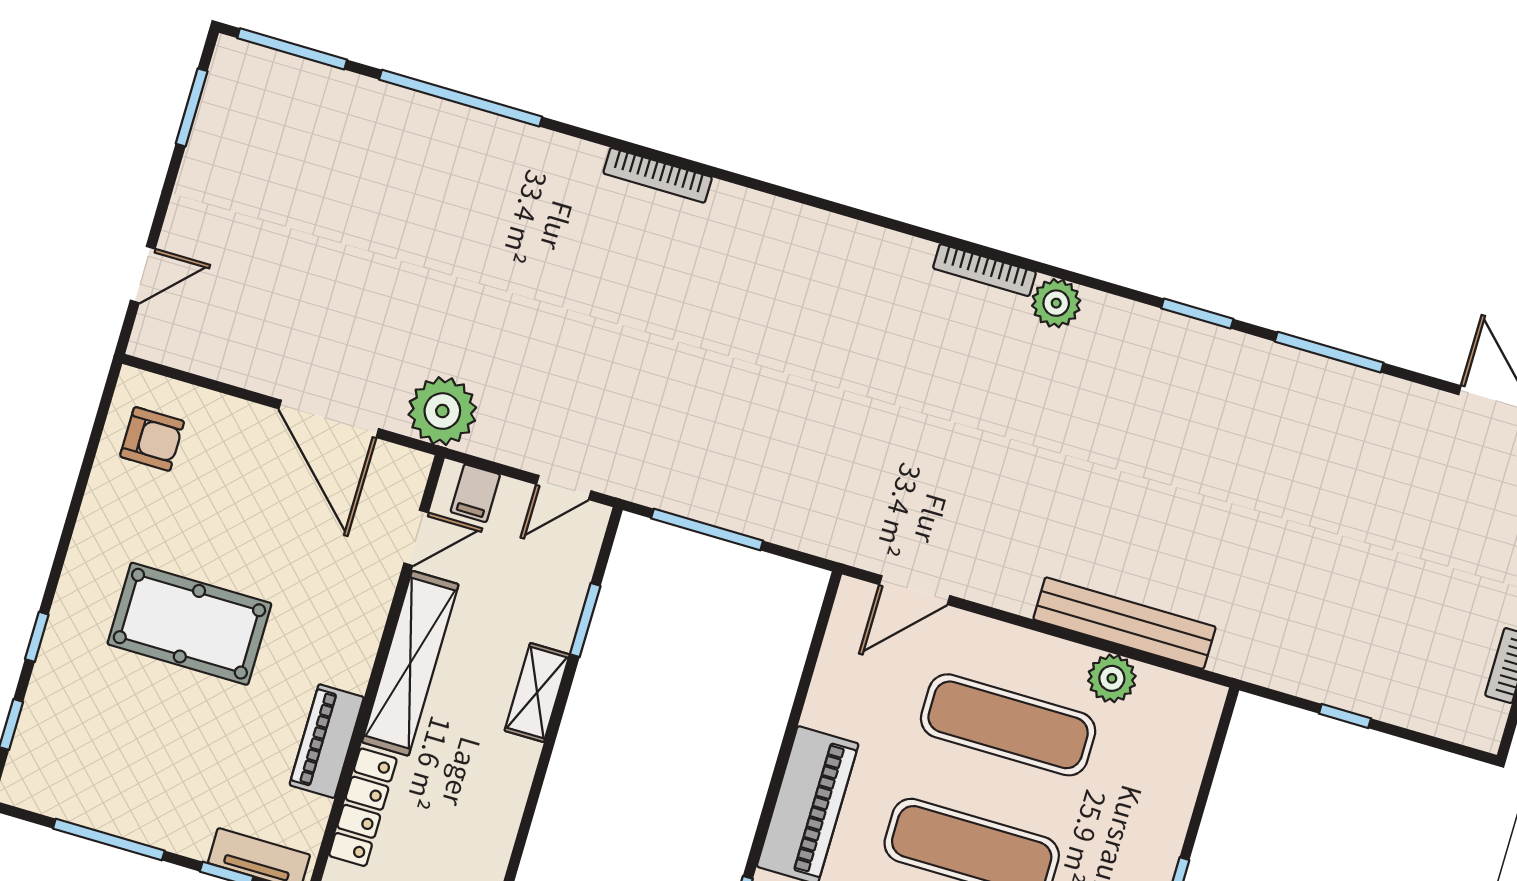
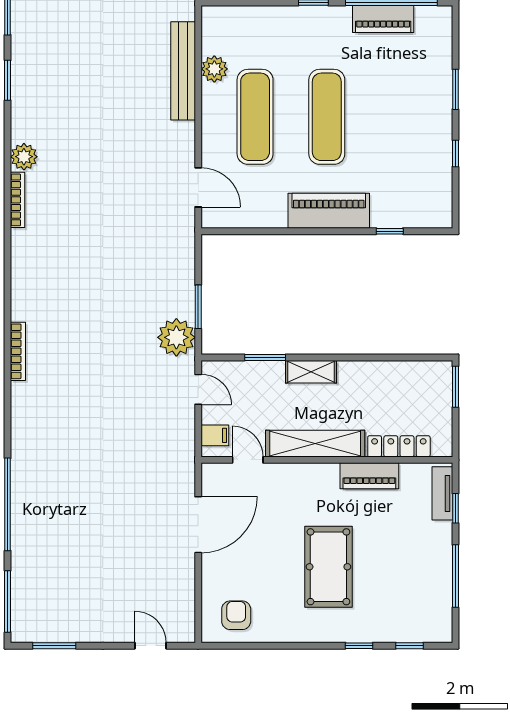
bookcase: (658, 175) -> (18, 351), moved
plant: (442, 411) -> (176, 337), moved
window: (707, 529) -> (198, 307), width x0.69

